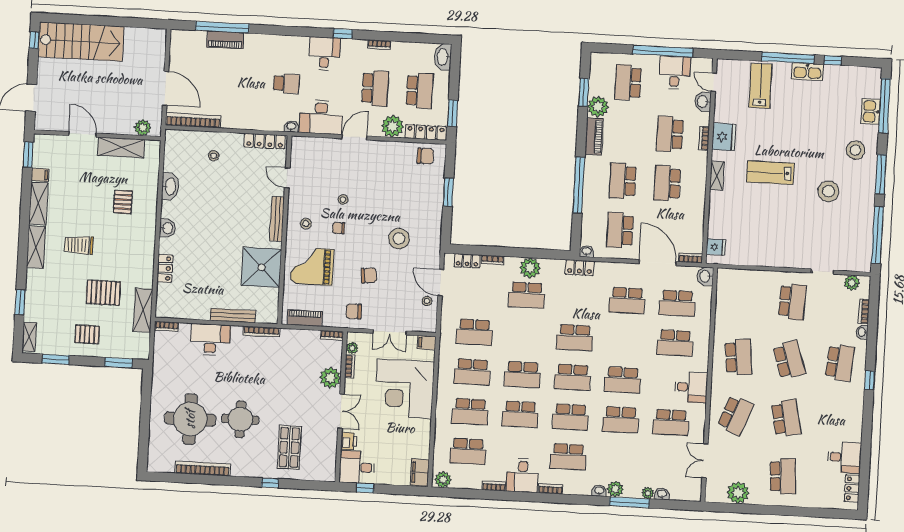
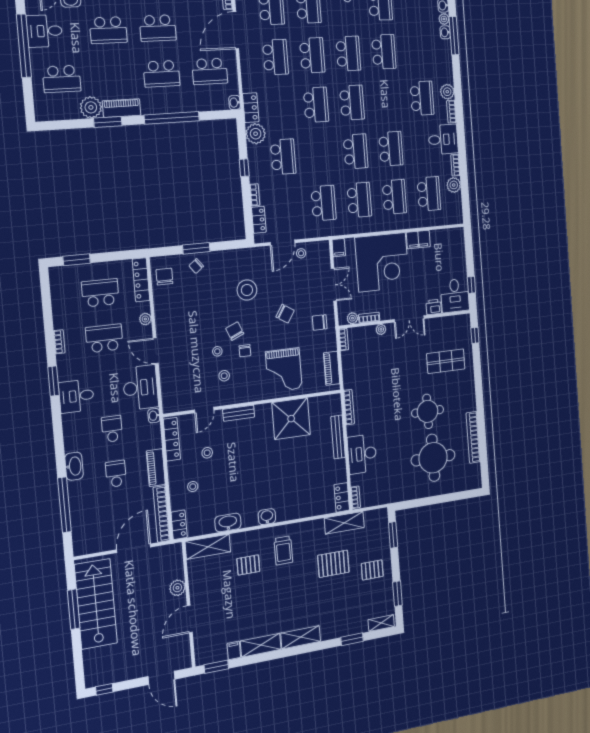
window: (120, 22) -> (74, 609), added
window: (343, 34) -> (53, 381), width x1.50
piano: (225, 40) -> (156, 468), moved, turned 180
stairs: (81, 42) -> (96, 604), moved
washbasin: (443, 57) -> (74, 466), moved, turned -90
school desk: (242, 81) -> (116, 474), added
window: (584, 92) -> (108, 122), moved
window: (452, 113) -> (77, 260), moved
plant: (393, 126) -> (145, 319), width x0.53, depth x0.53
plant: (143, 128) -> (177, 588), moved
locker: (179, 137) -> (179, 525), added
shelving: (121, 147) -> (208, 547), moved, turned 90
stool: (244, 175) -> (207, 453), added
chair: (431, 190) -> (196, 266), added
bench: (277, 219) -> (239, 413), width x0.73
chair: (360, 220) -> (235, 331), added
stool: (306, 224) -> (224, 376), moved
trolley: (79, 245) -> (283, 550), moved
window: (521, 253) -> (244, 168), added
locker: (165, 268) -> (342, 497), moved, turned -90
plant: (530, 268) -> (256, 134), moved
chair: (369, 275) -> (285, 314), turned 128
pallet: (103, 293) -> (333, 564), turned 90
chair: (354, 311) -> (320, 322), turned 90
pallet: (87, 334) -> (372, 570), turned 90
plant: (330, 378) -> (381, 329), width x0.53, depth x0.53
double door: (341, 411) -> (409, 319), swing flipped
school desk: (570, 417) -> (312, 55), moved
filing cabinet: (420, 472) -> (418, 240), moved
plant: (443, 480) -> (454, 185), moved
window: (270, 483) -> (475, 335), moved
plant: (615, 489) -> (447, 92), moved
washbasin: (599, 491) -> (445, 32), moved

